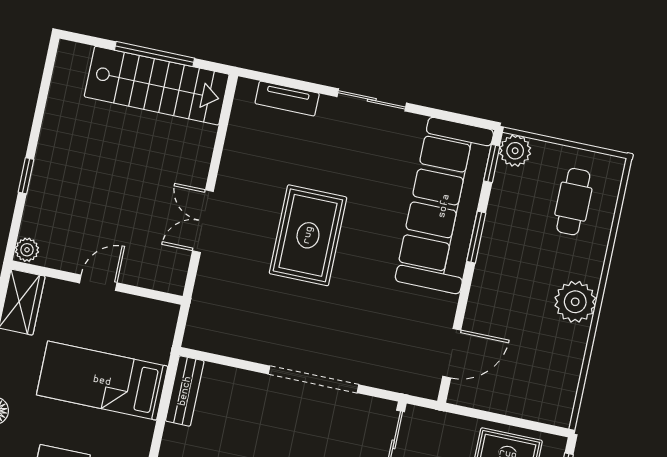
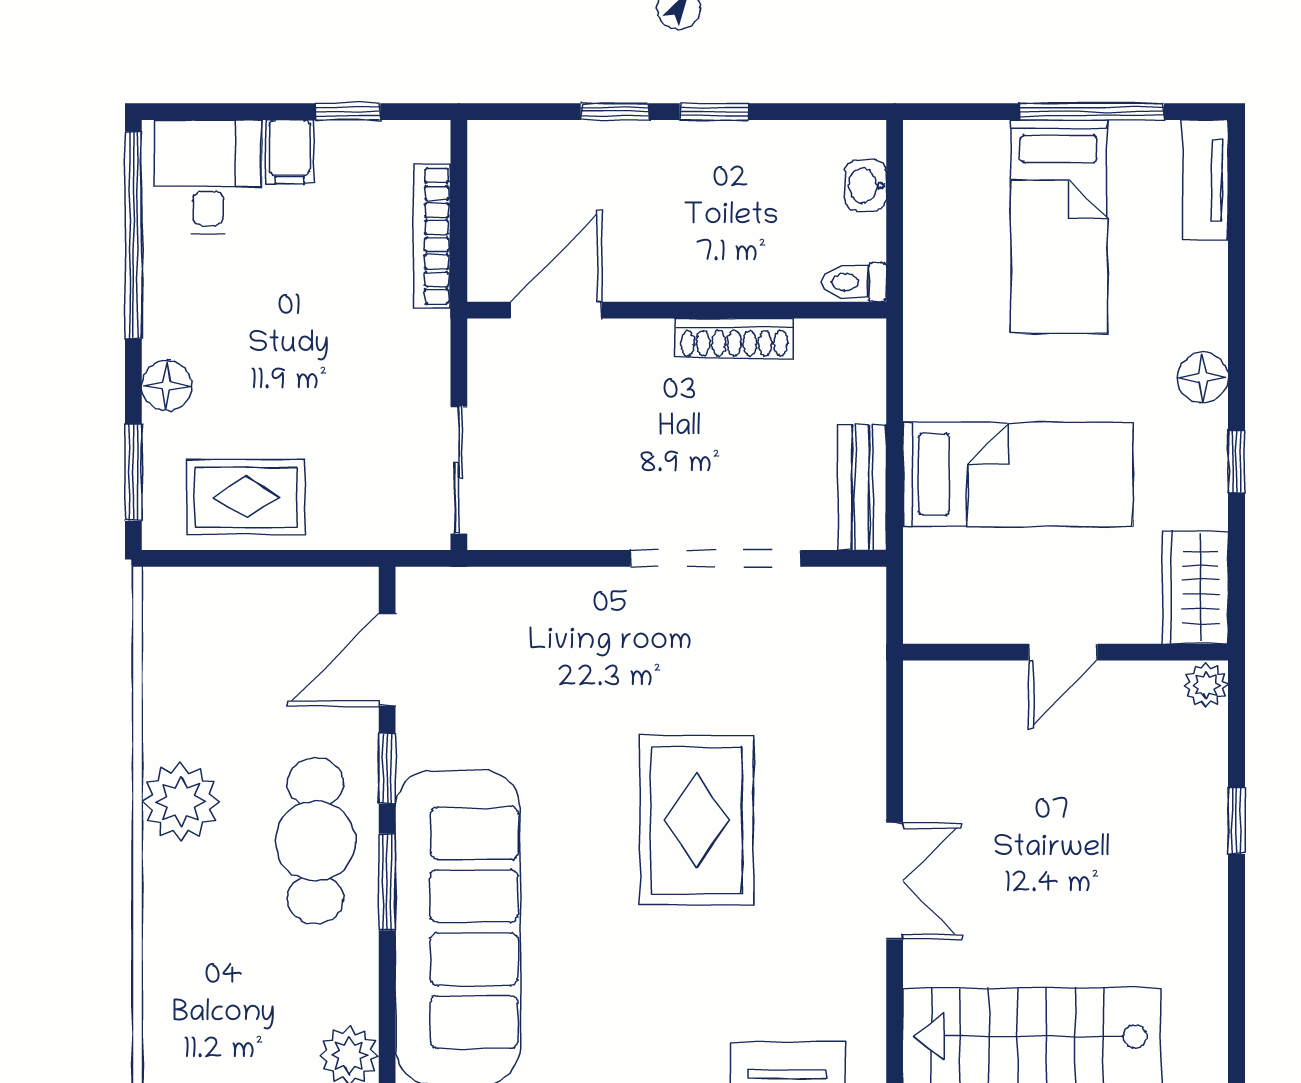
window: (492, 163) -> (387, 768), moved
cafe table: (573, 202) -> (315, 841), moved, width x1.37, depth x1.35
double door: (203, 221) -> (895, 881), moved
doorway: (314, 379) -> (715, 558), moved

